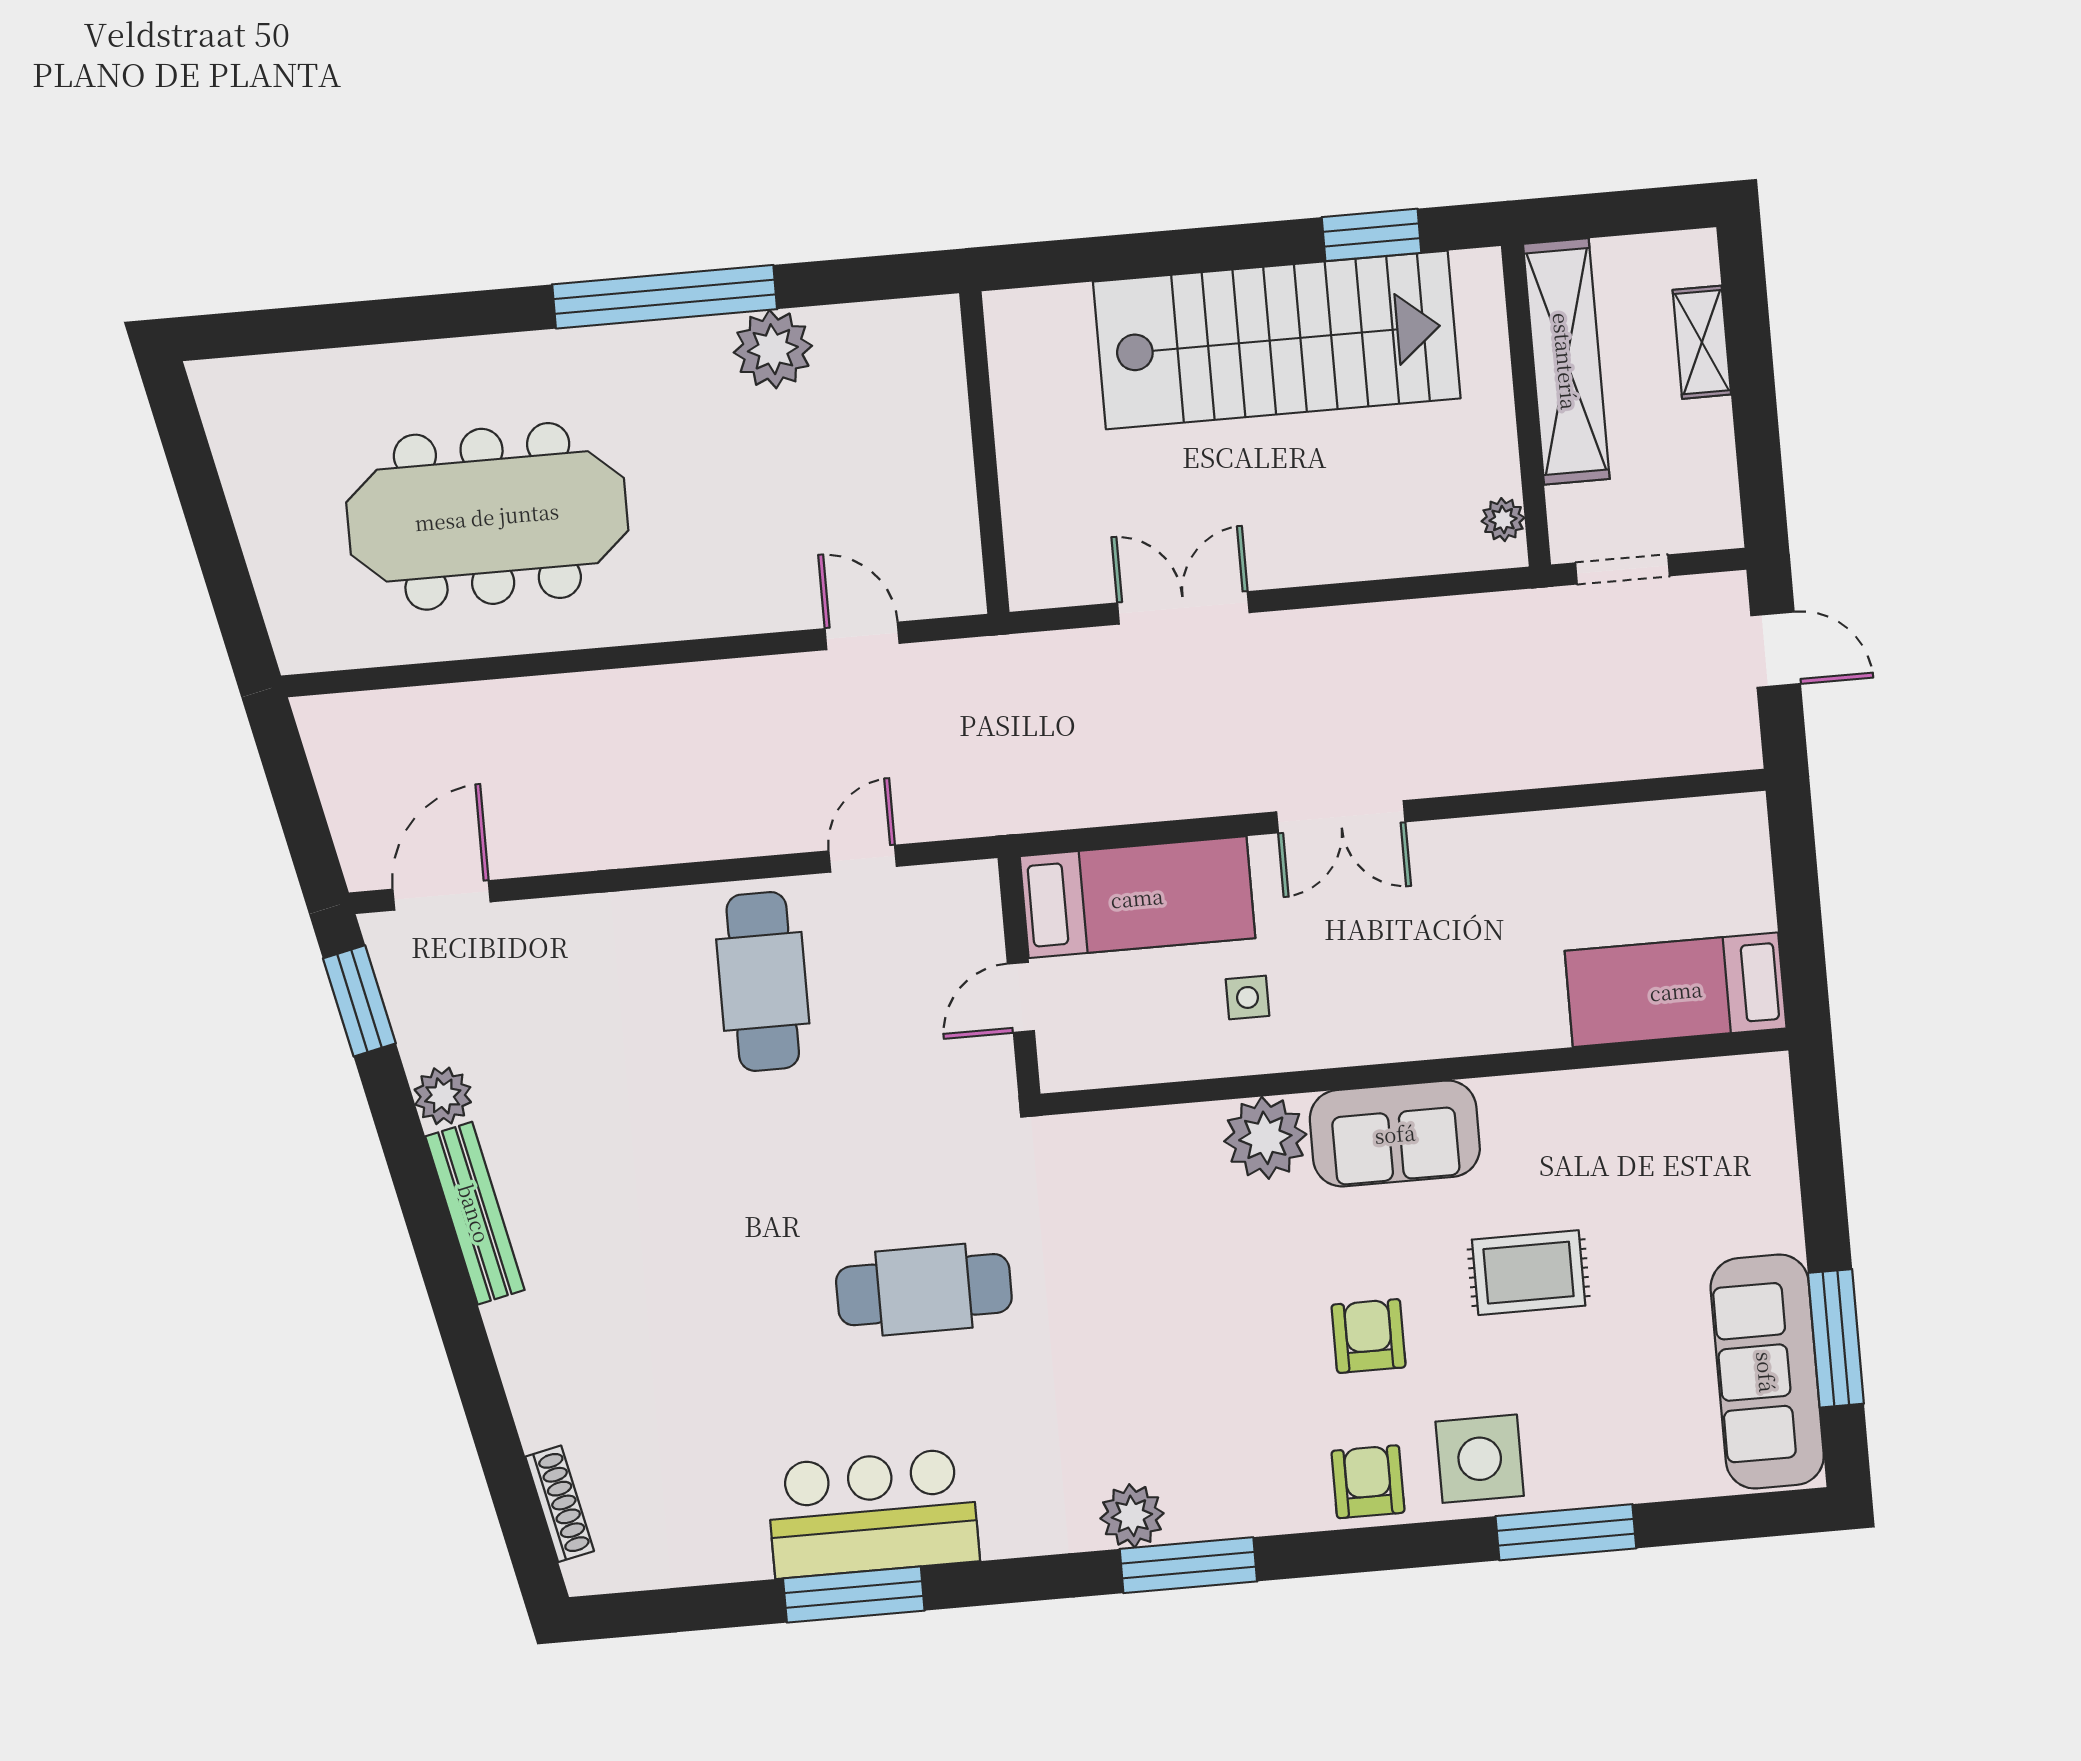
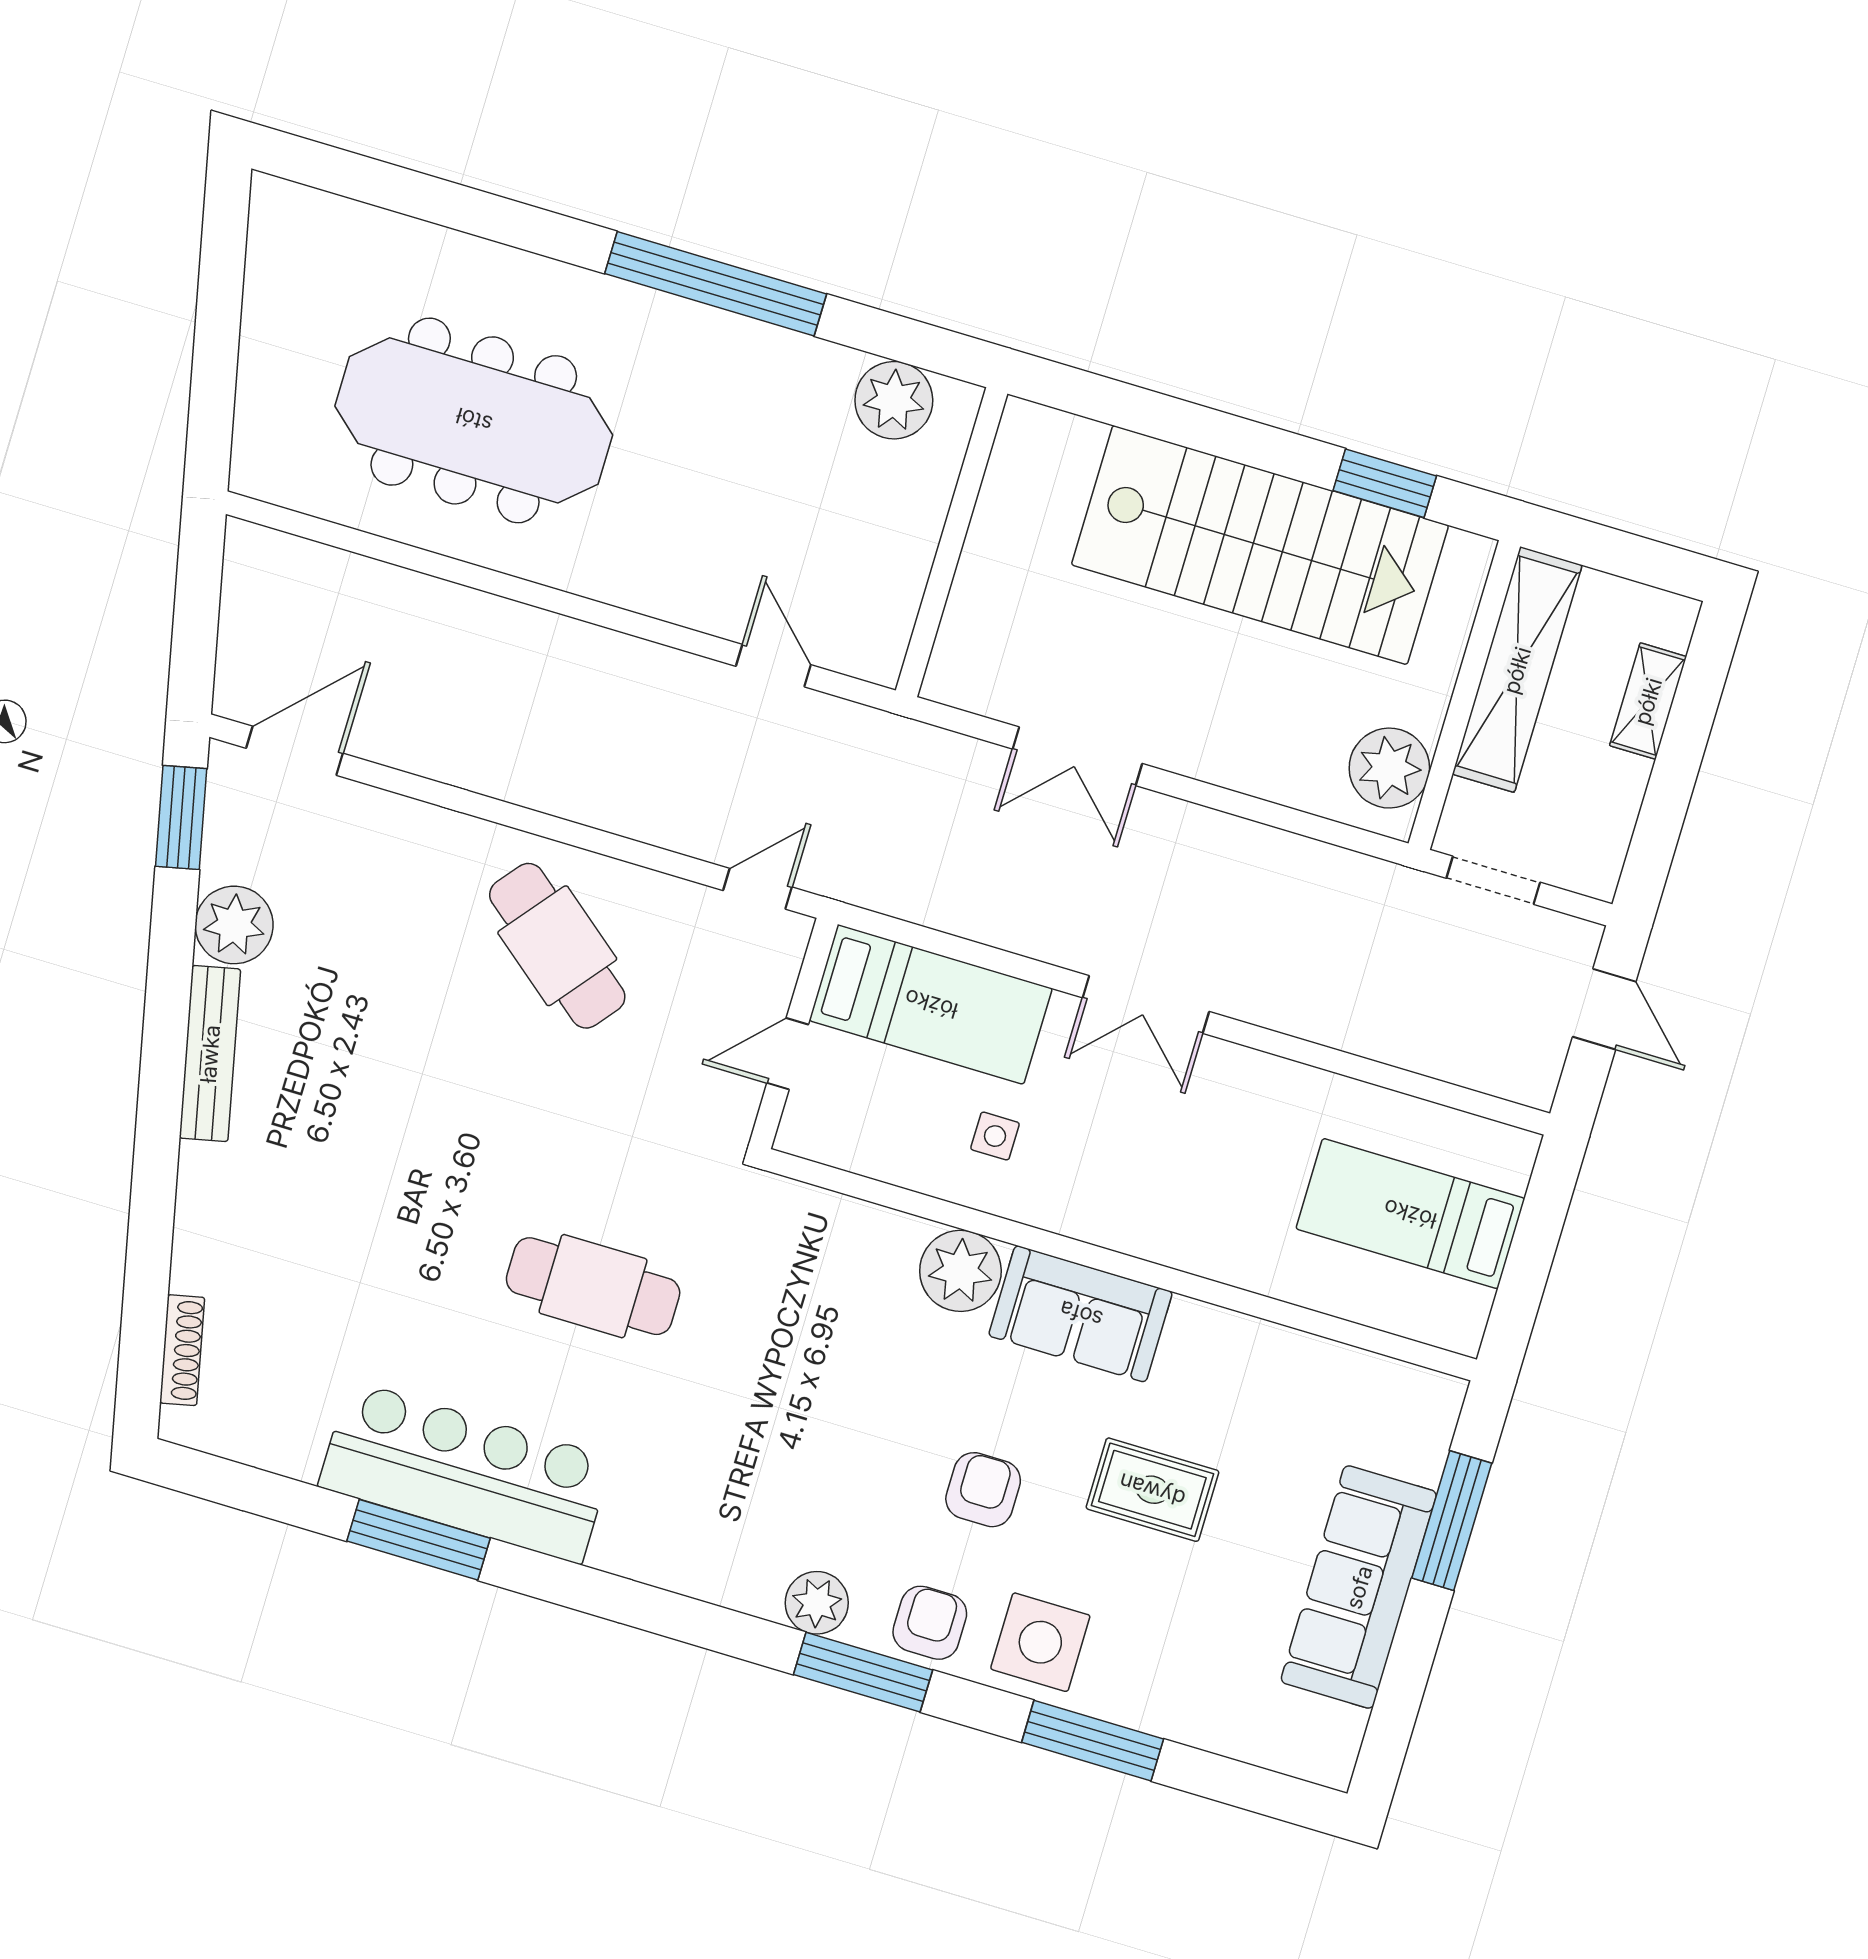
plant: (773, 349) -> (894, 400), moved
plant: (1503, 520) -> (1389, 768), width x1.87, depth x1.87
double door: (1183, 608) -> (1077, 756), swing flipped
door: (863, 859) -> (757, 889), moved
cafe table: (763, 981) -> (557, 946), turned -51
bed: (1676, 990) -> (1410, 1214), moved
plant: (443, 1096) -> (234, 925), width x1.36, depth x1.36
window: (1836, 1338) -> (1452, 1521), moved
sofa: (1767, 1372) -> (1359, 1587), moved
bar counter: (873, 1513) -> (465, 1472), width x1.36
plant: (1132, 1516) -> (817, 1603), moved
window: (1188, 1565) -> (863, 1672), moved

